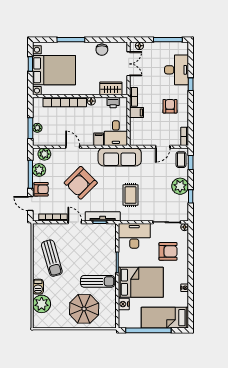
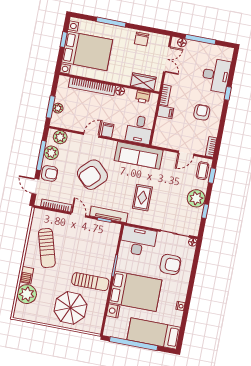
window: (168, 40) -> (200, 39), moved
filing cabinet: (99, 139) -> (108, 130), moved
door: (73, 147) -> (91, 135), hinge flipped

